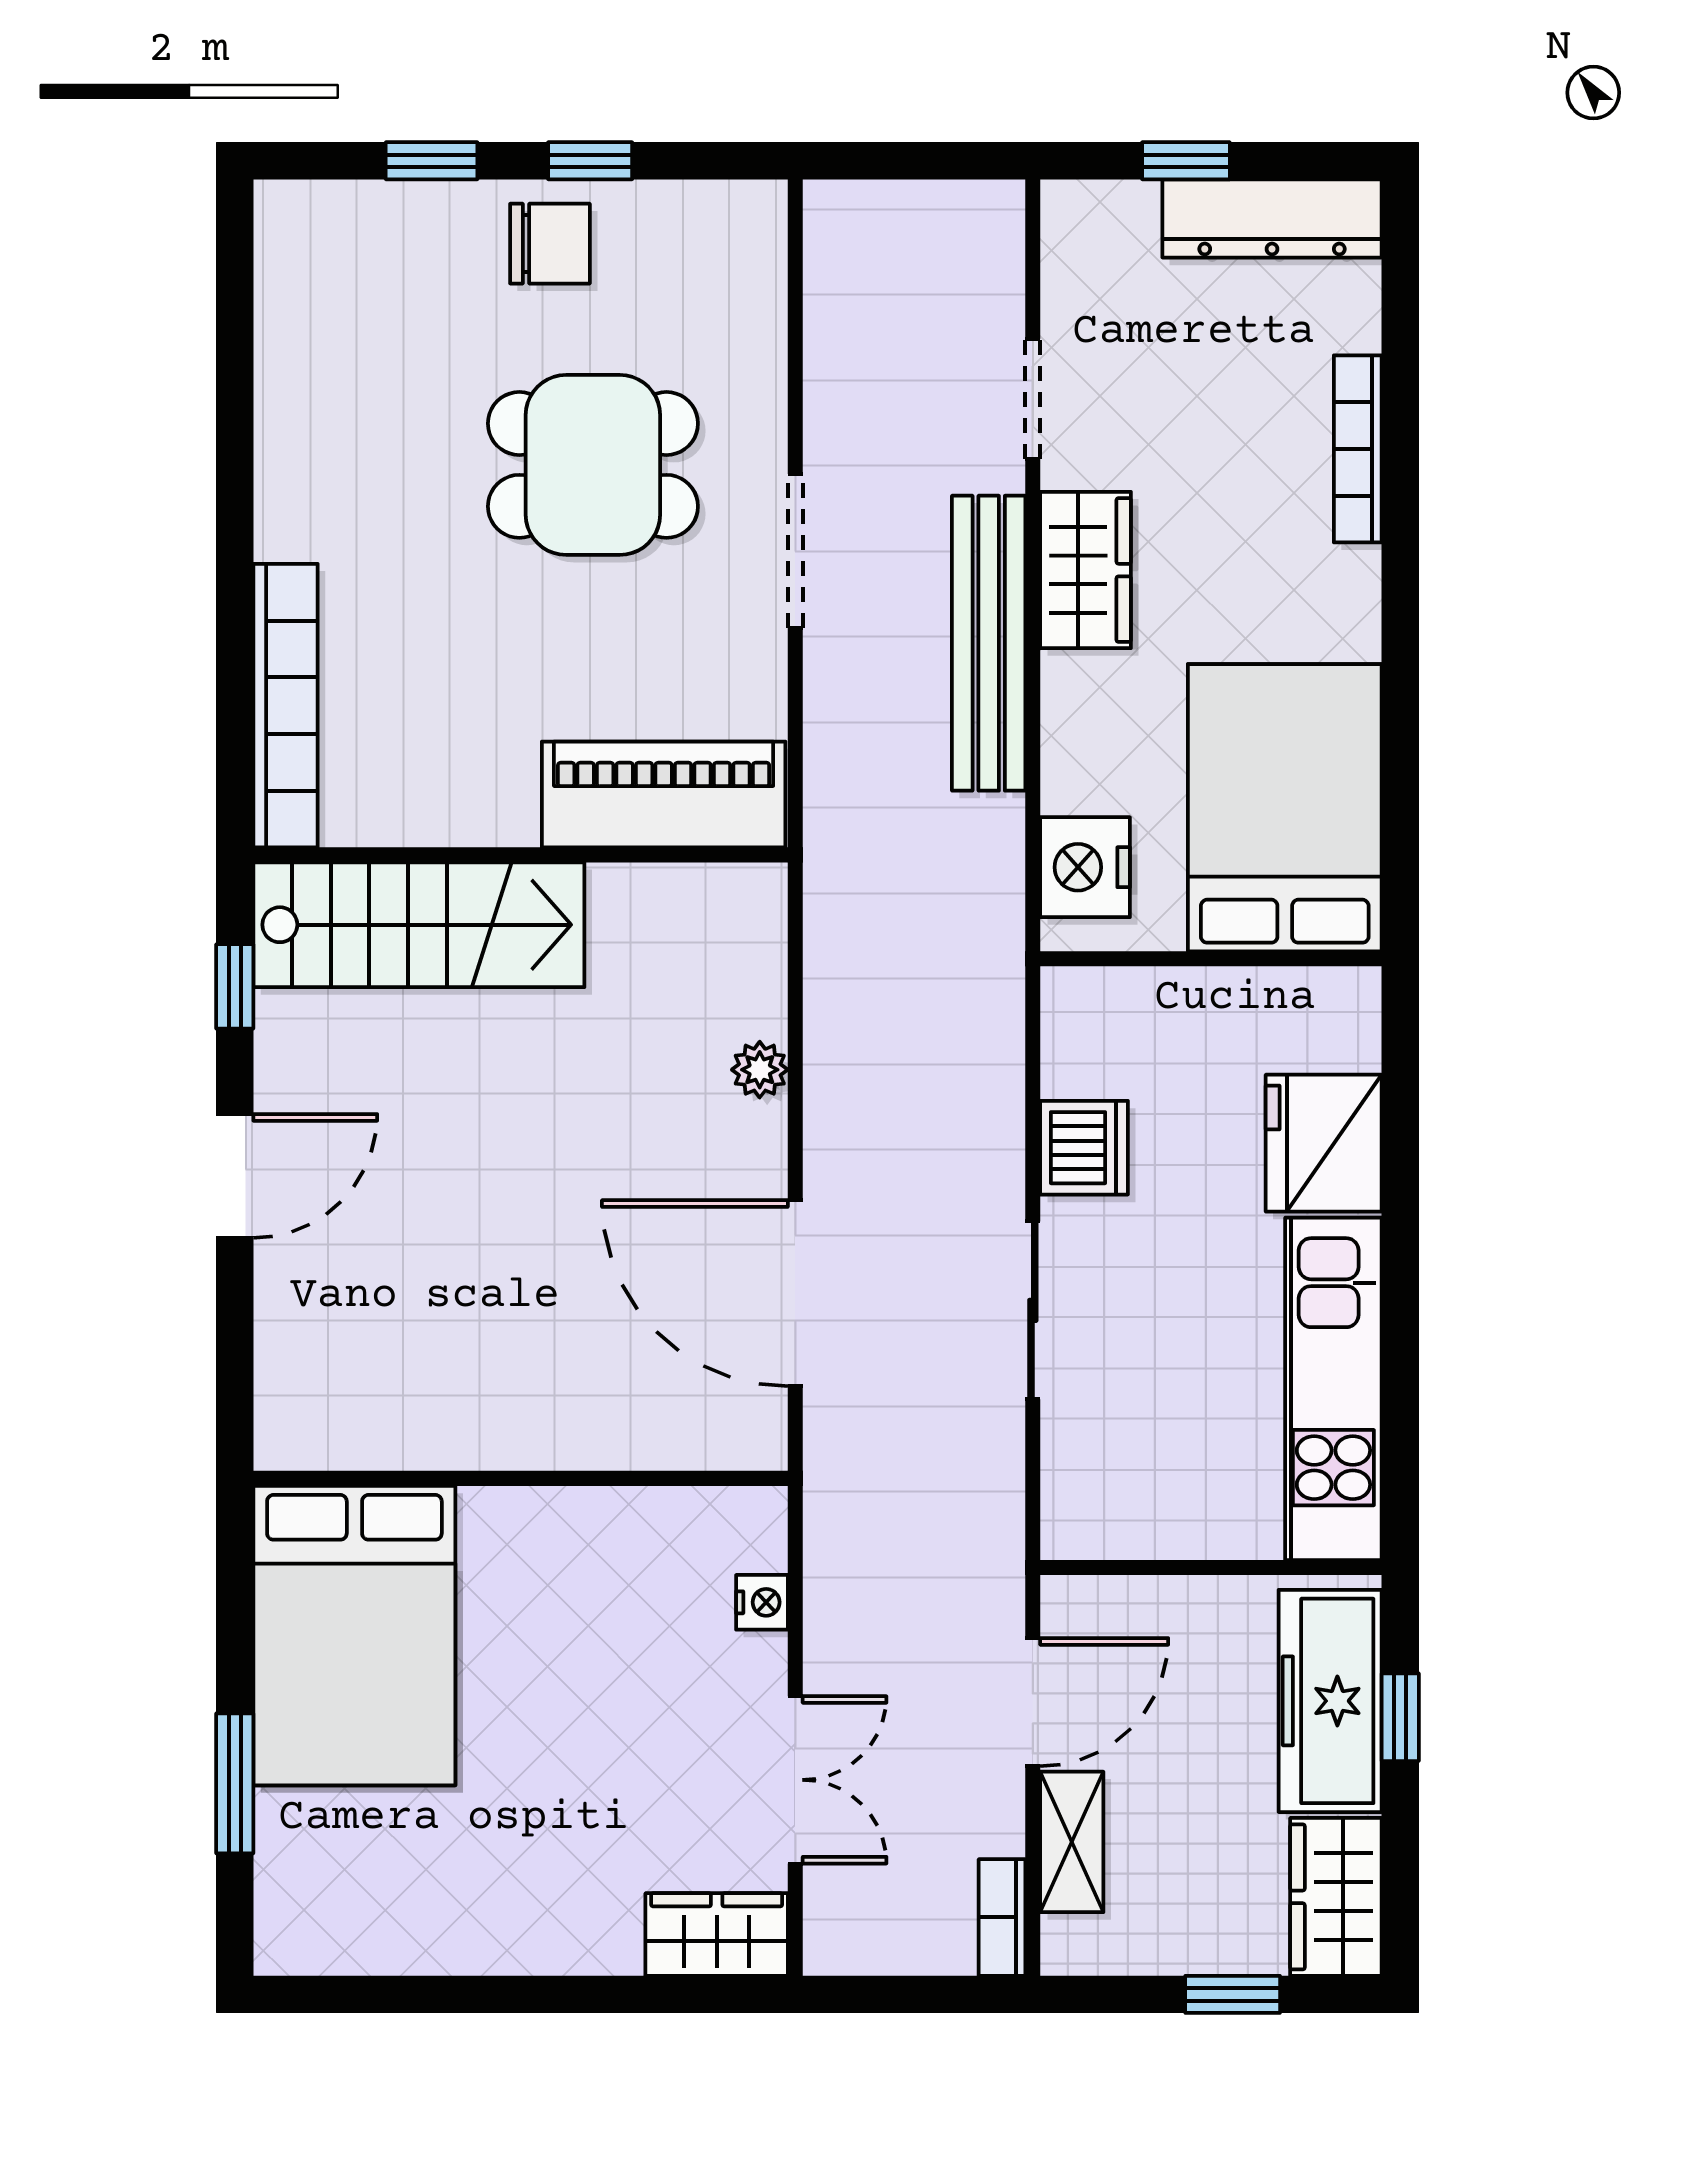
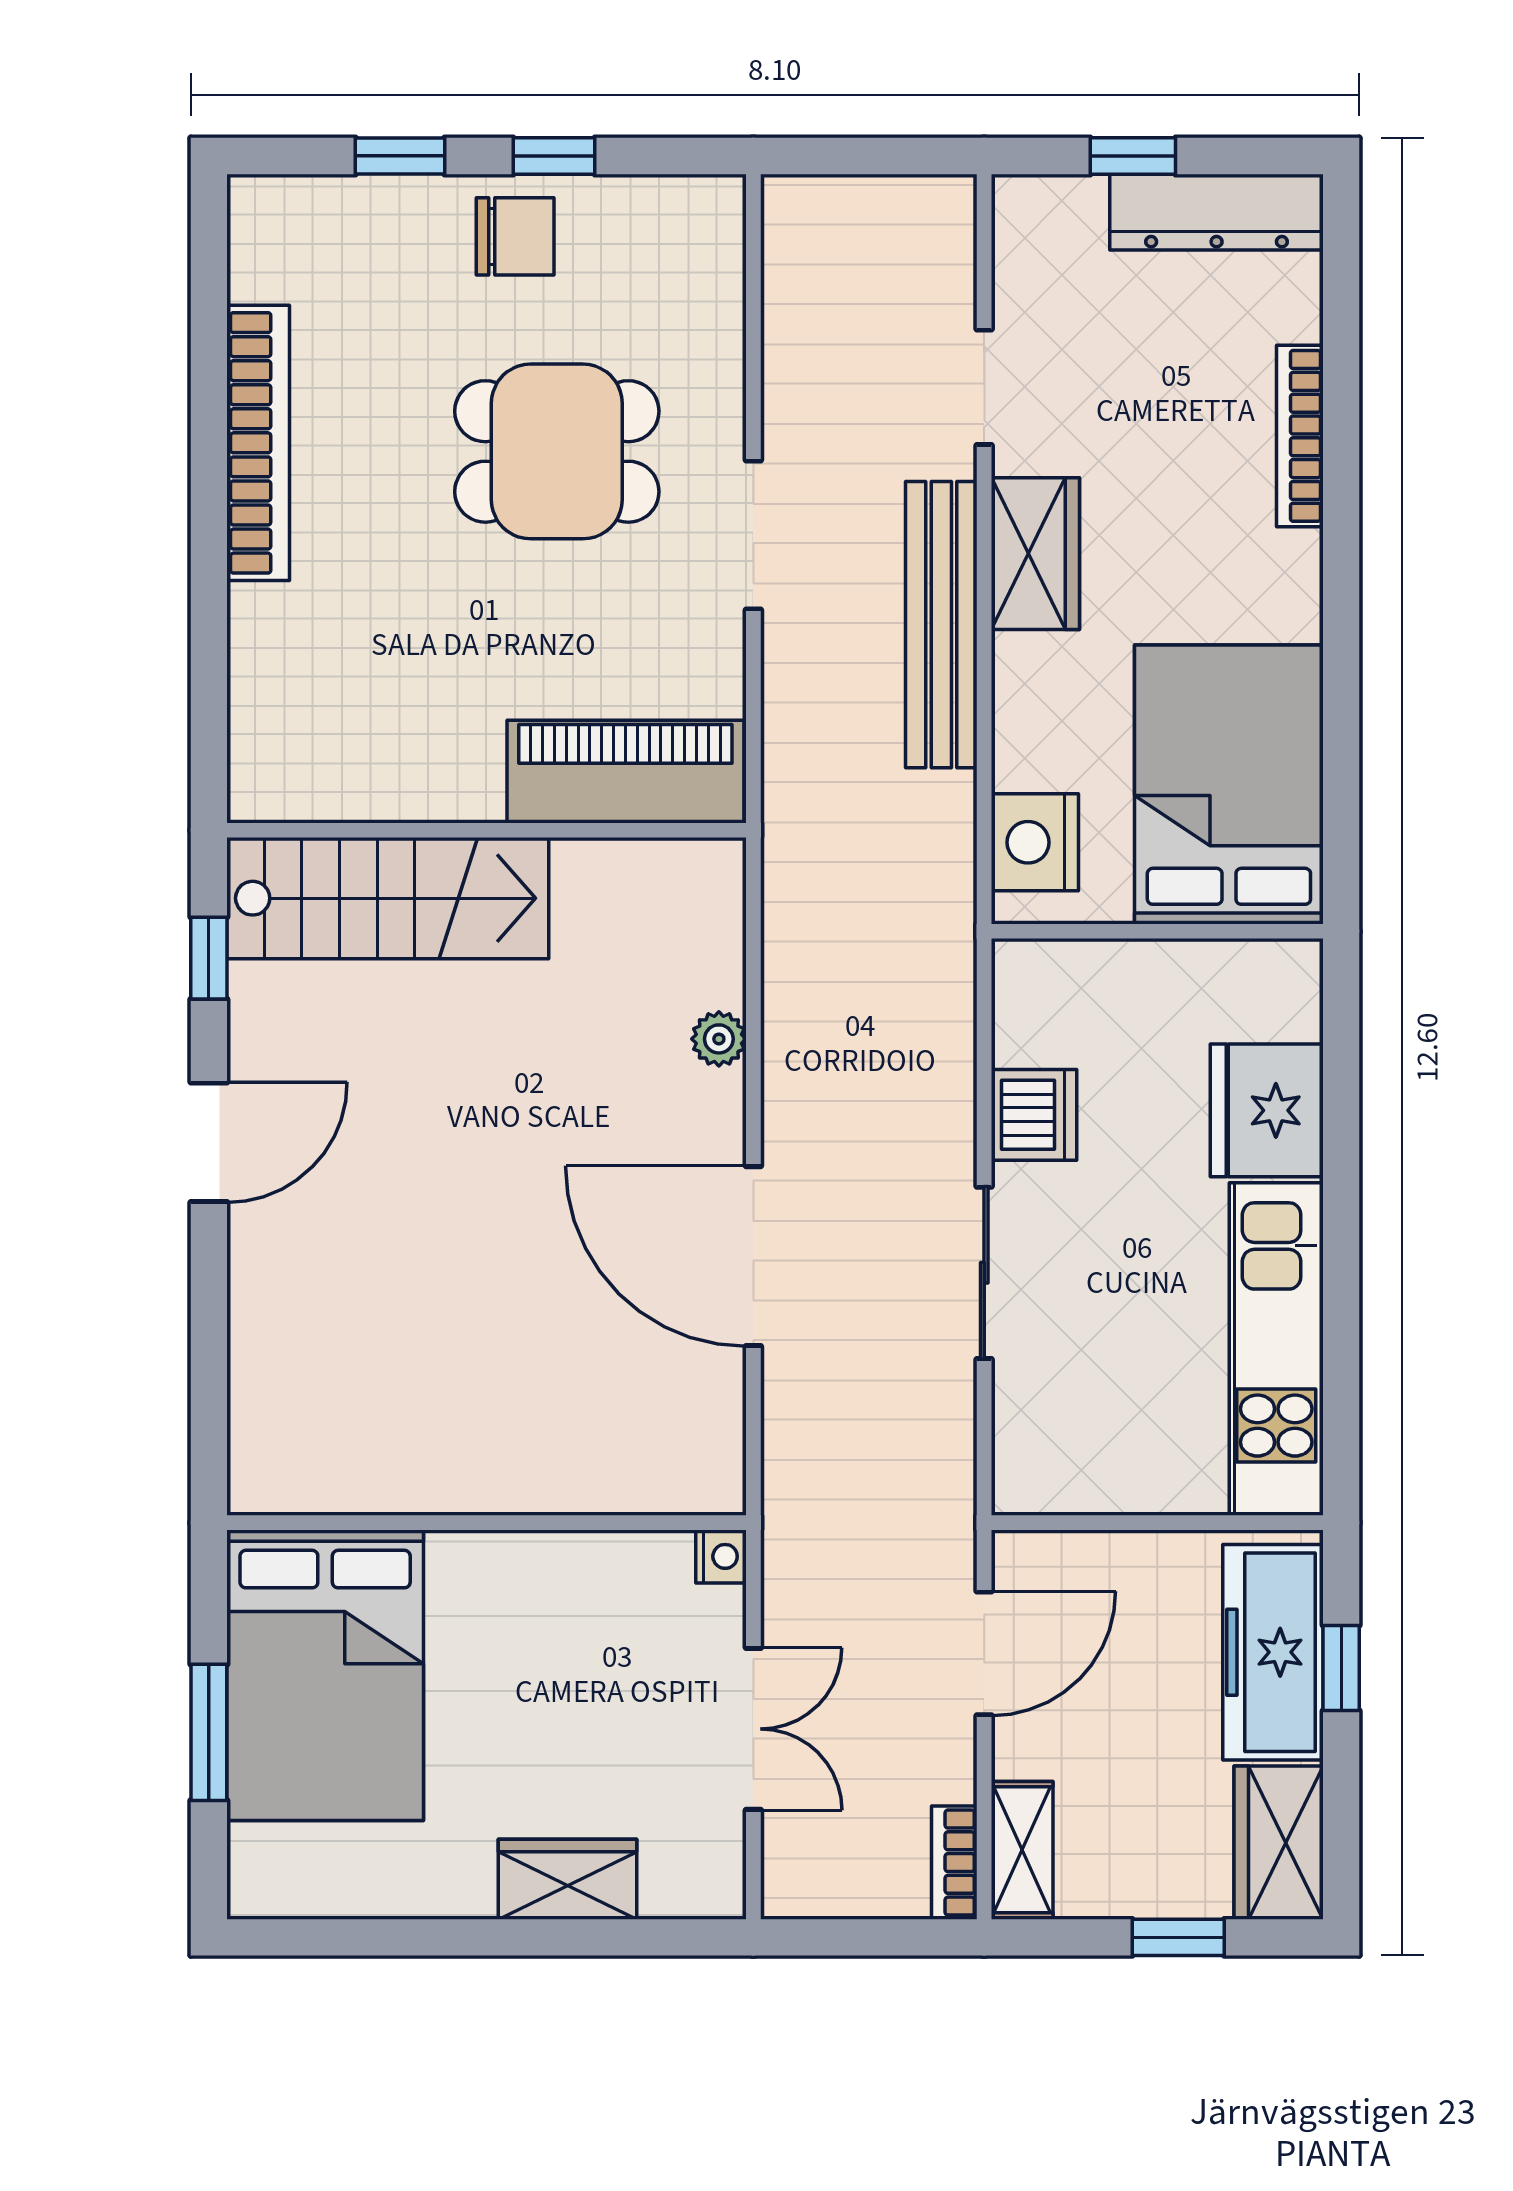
bookcase: (286, 706) -> (258, 443), moved
wall: (521, 1478) -> (487, 1523), moved
bed: (354, 1636) -> (325, 1675), moved
shelving: (1072, 1842) -> (1022, 1850), moved
wardrobe: (717, 1934) -> (568, 1879), moved

